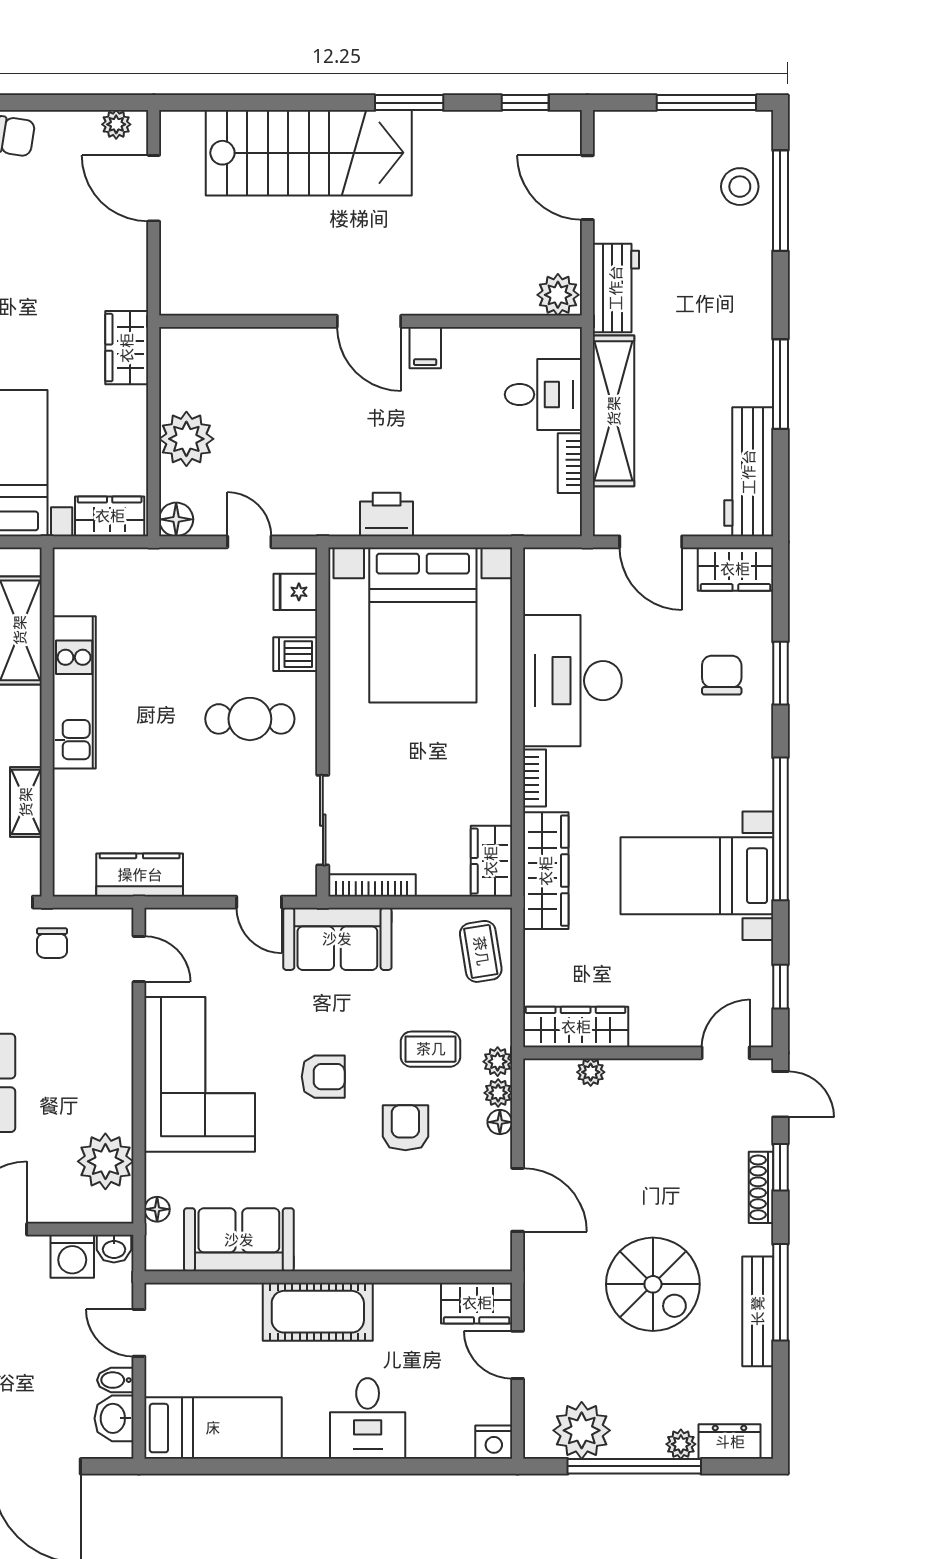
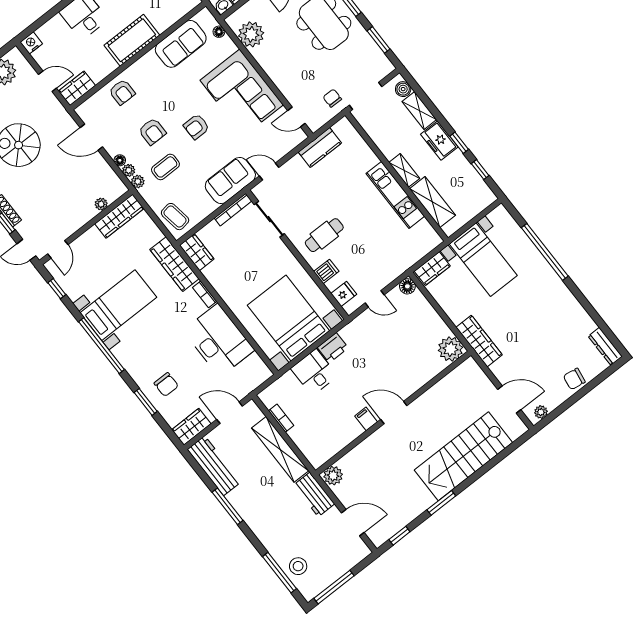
wardrobe: (127, 348) -> (479, 341), width x1.50
desk: (543, 394) -> (314, 372), moved, turned 90
plant: (186, 439) -> (451, 349), moved
shelving: (26, 802) -> (404, 170), moved
armchair: (404, 1236) -> (122, 92), added

